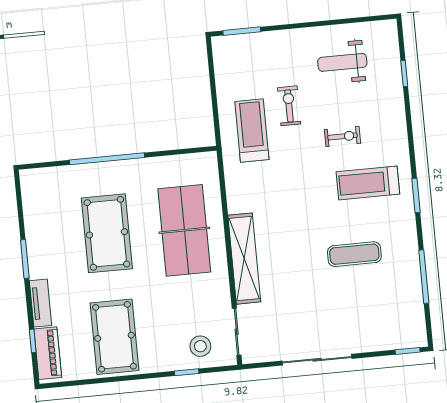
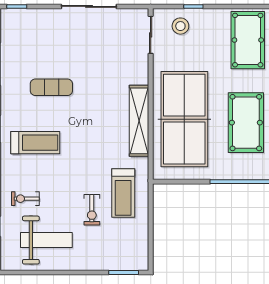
weight bench: (342, 62) -> (46, 240), width x1.36, depth x1.33
exercise bike: (343, 136) -> (25, 199), moved
table tennis table: (184, 230) -> (184, 119), width x1.36, depth x1.32
shelving: (244, 259) -> (139, 121), moved

